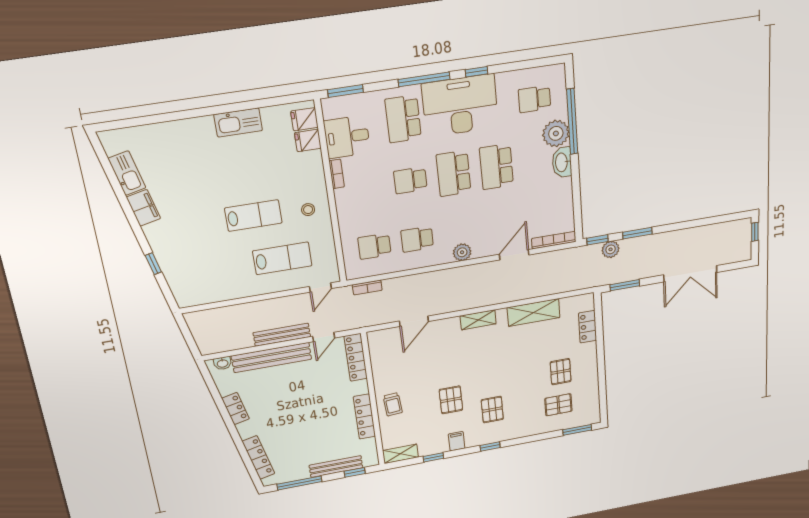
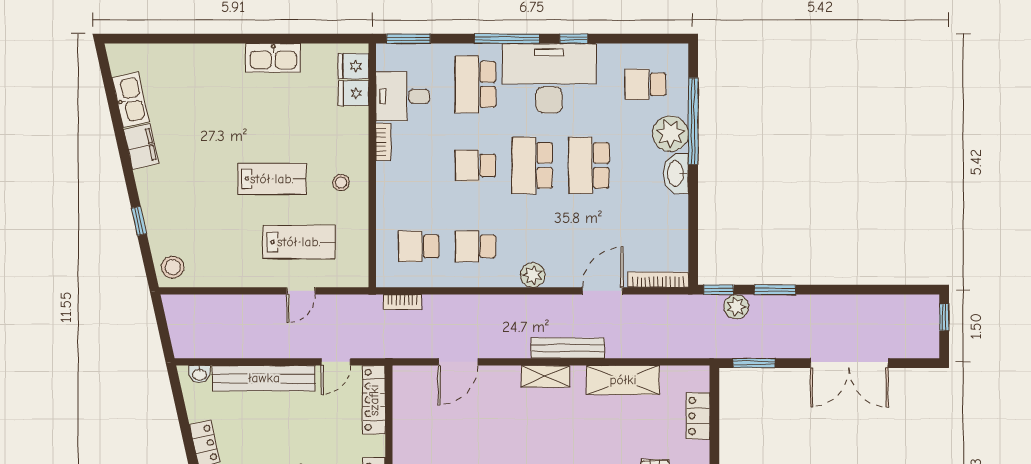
door: (320, 287) -> (301, 291), moved
stool: (187, 293) -> (173, 267), added
bench: (282, 335) -> (568, 348), moved

